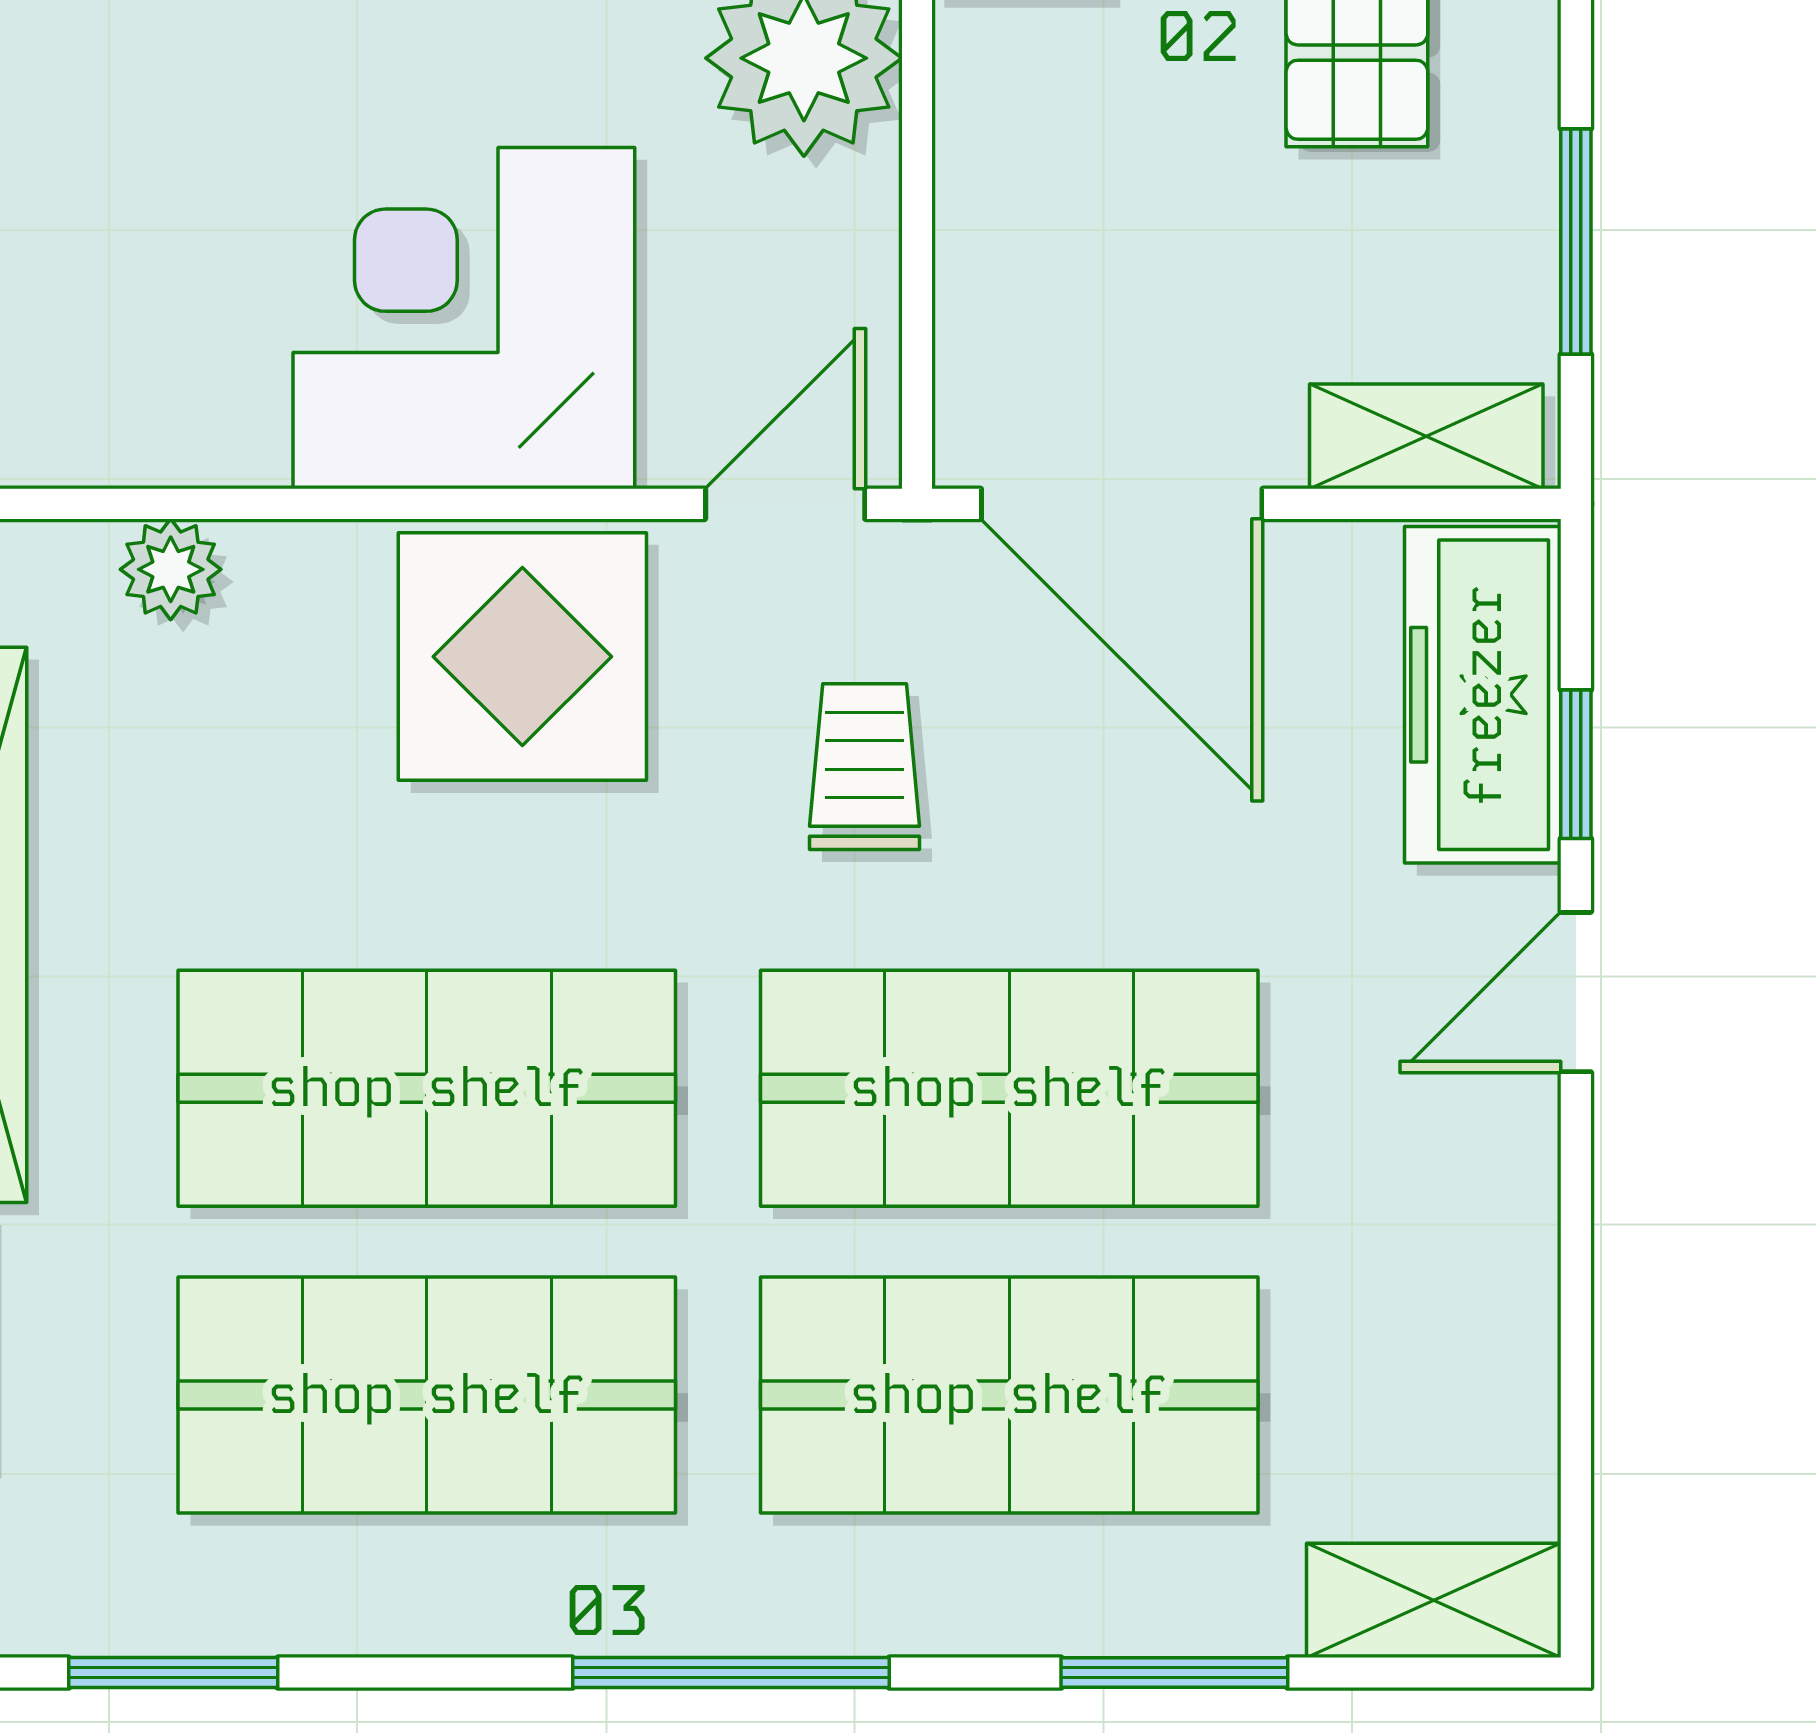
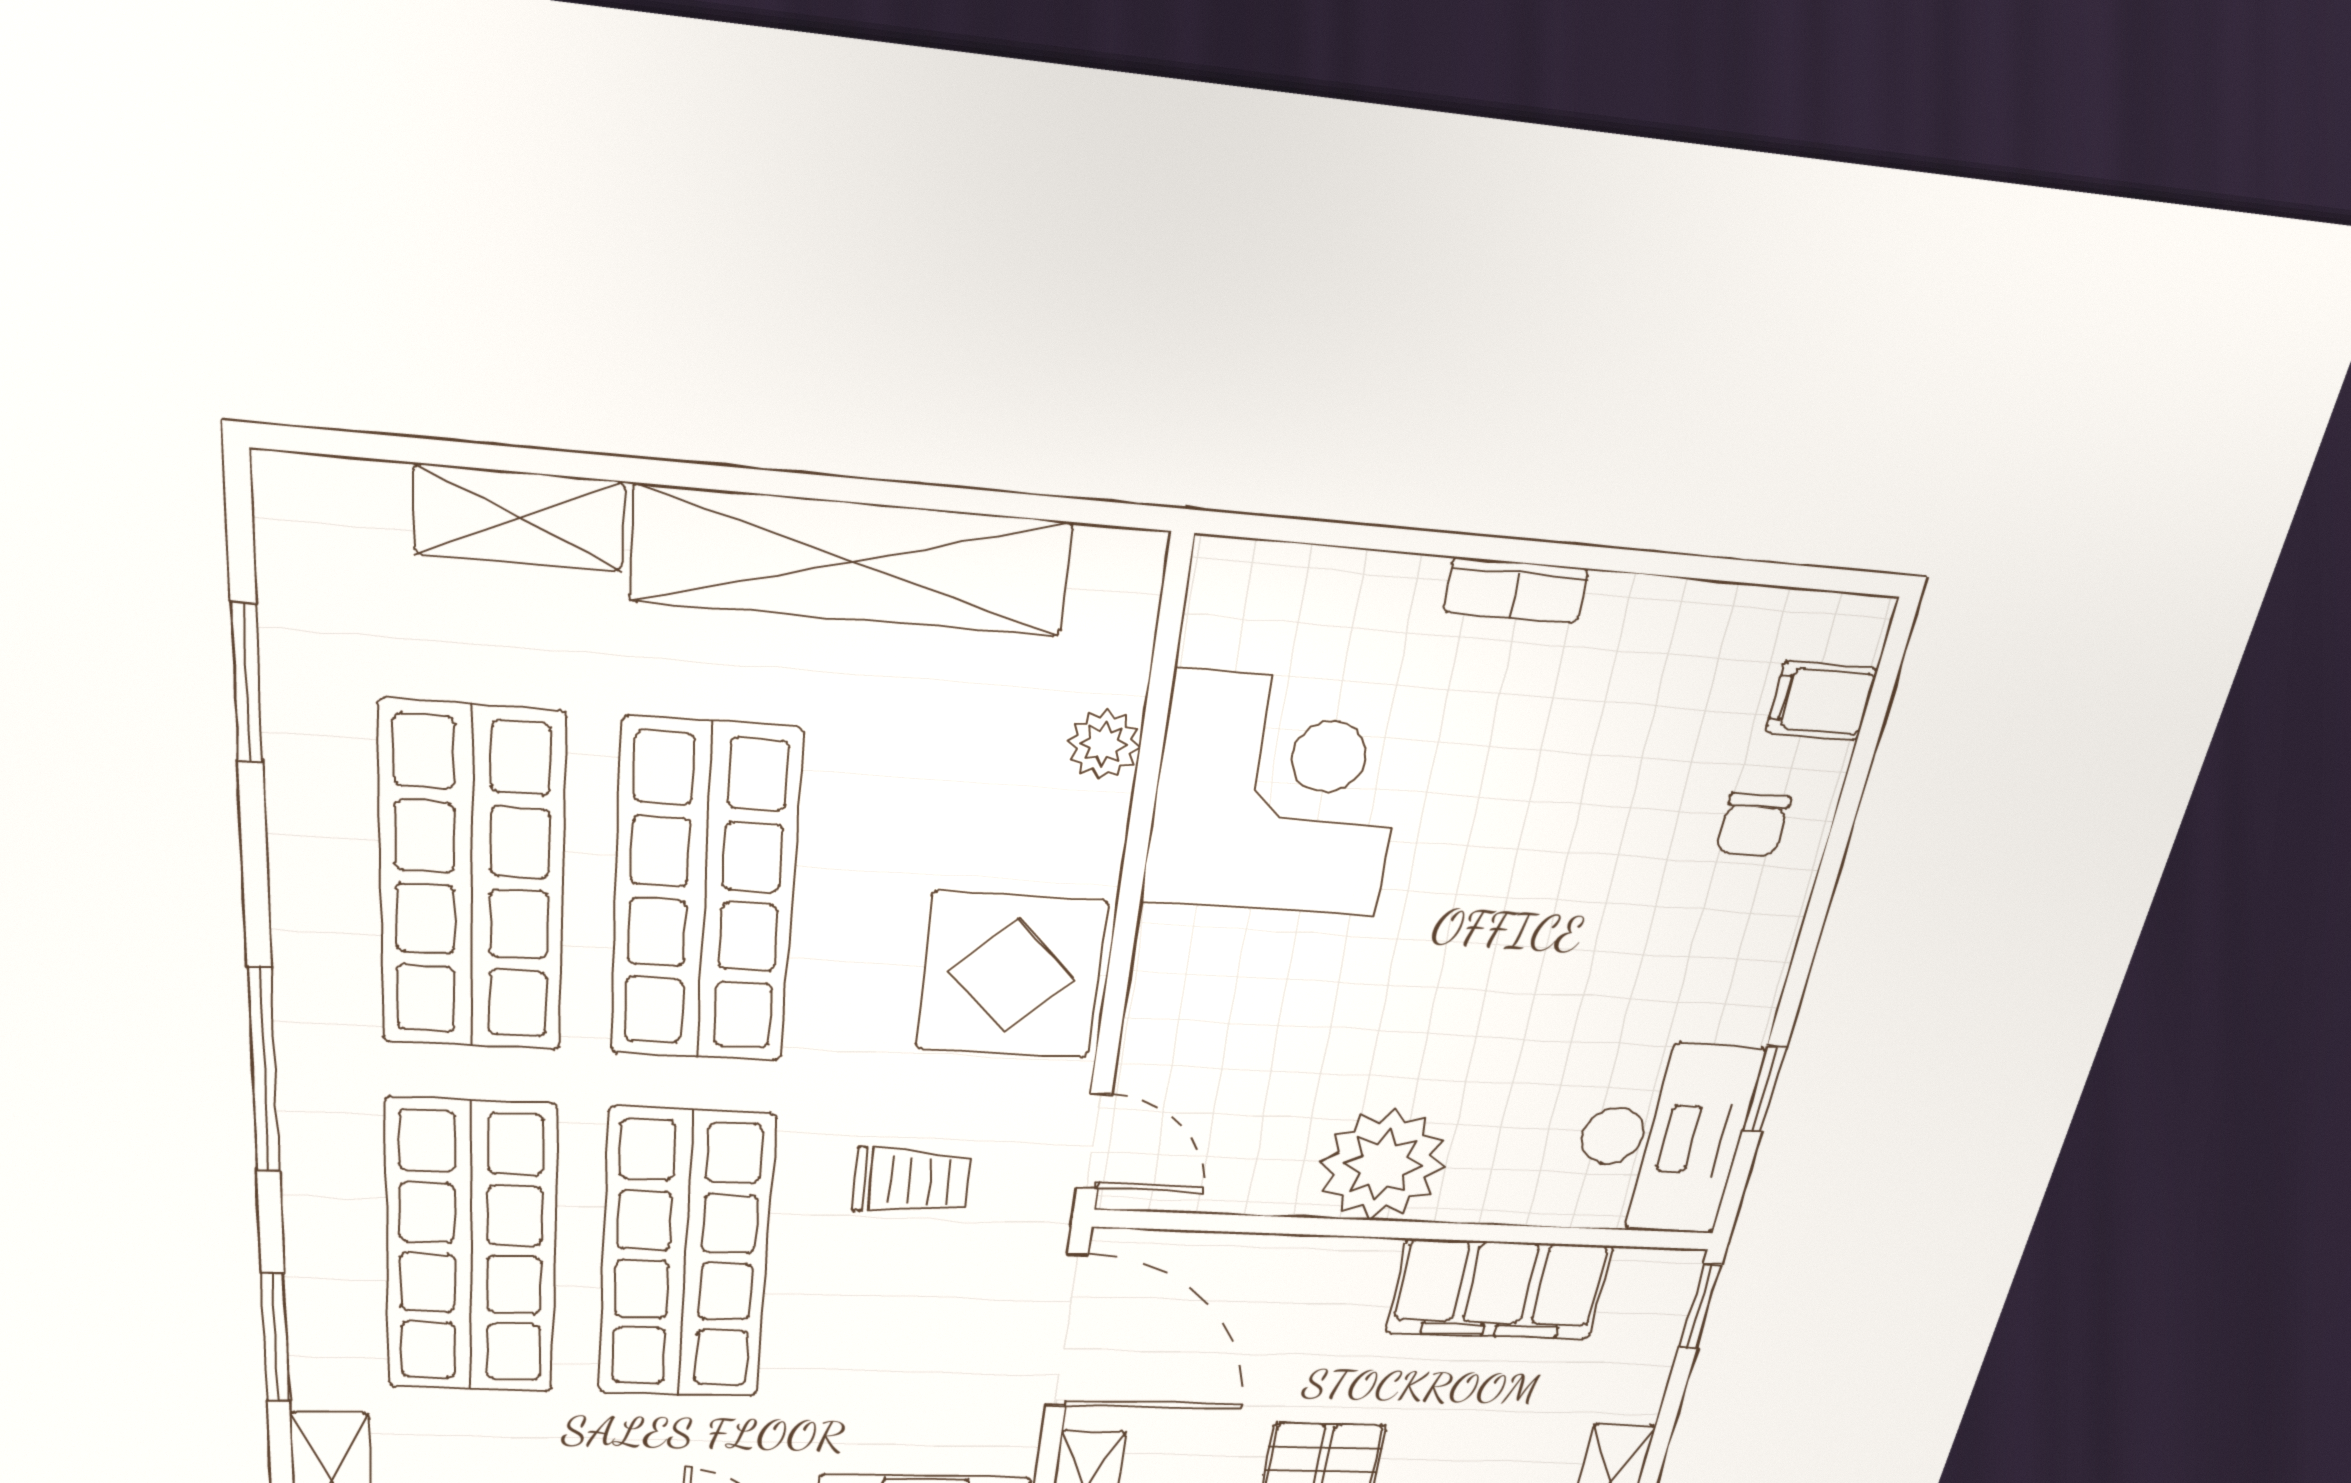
corner desk: (464, 318) -> (1278, 796), moved
door: (1122, 504) -> (1067, 1331), swing flipped

